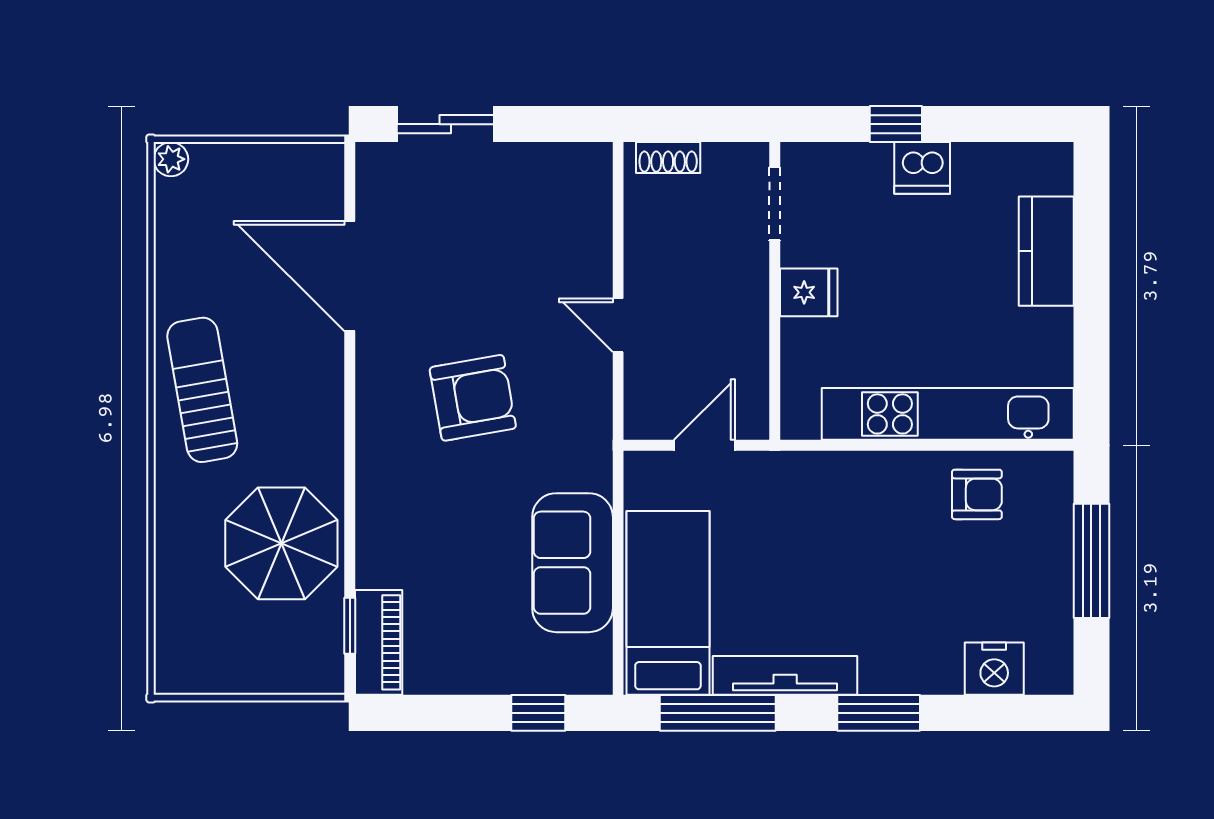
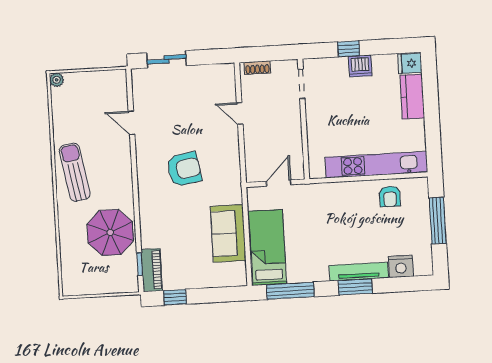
door: (350, 276) -> (132, 123), width x0.53
fridge: (809, 292) -> (410, 63), moved, turned 180
door: (618, 325) -> (240, 113), moved
armchair: (977, 494) -> (390, 196), turned 90
tv unit: (785, 675) -> (359, 272), moved
window: (538, 713) -> (175, 297), moved

